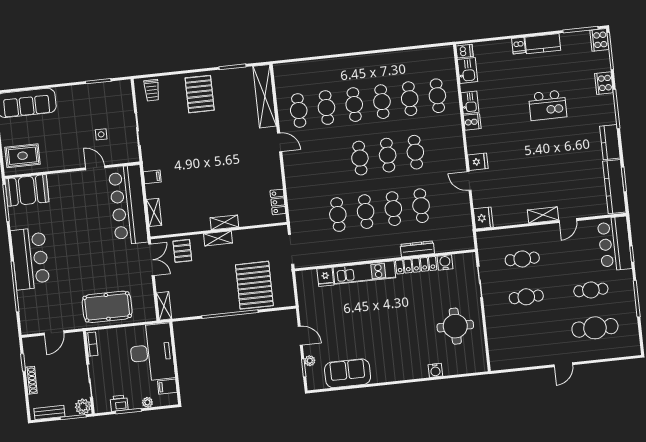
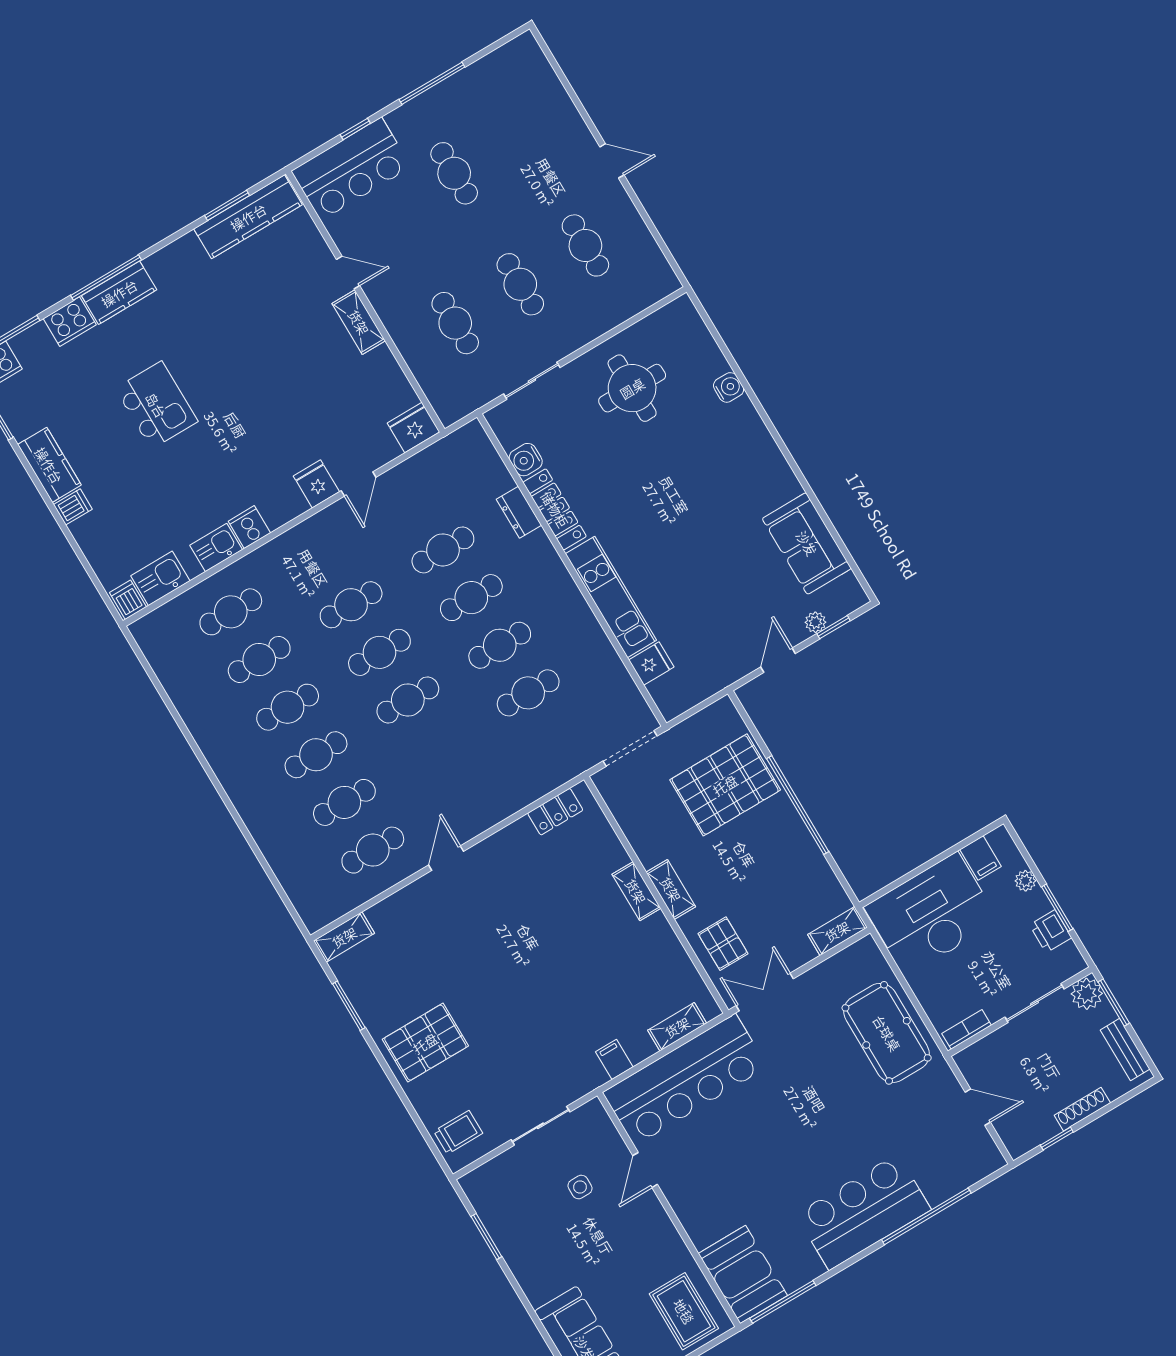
shelving: (265, 96) -> (344, 937), width x0.45, depth x0.75
kitchen counter: (610, 142) -> (119, 293), moved
dresser: (417, 249) -> (519, 512), width x0.70
pallet: (182, 251) -> (723, 944), turned 90
cafe table: (595, 328) -> (585, 245), moved, width x0.73, depth x0.74

